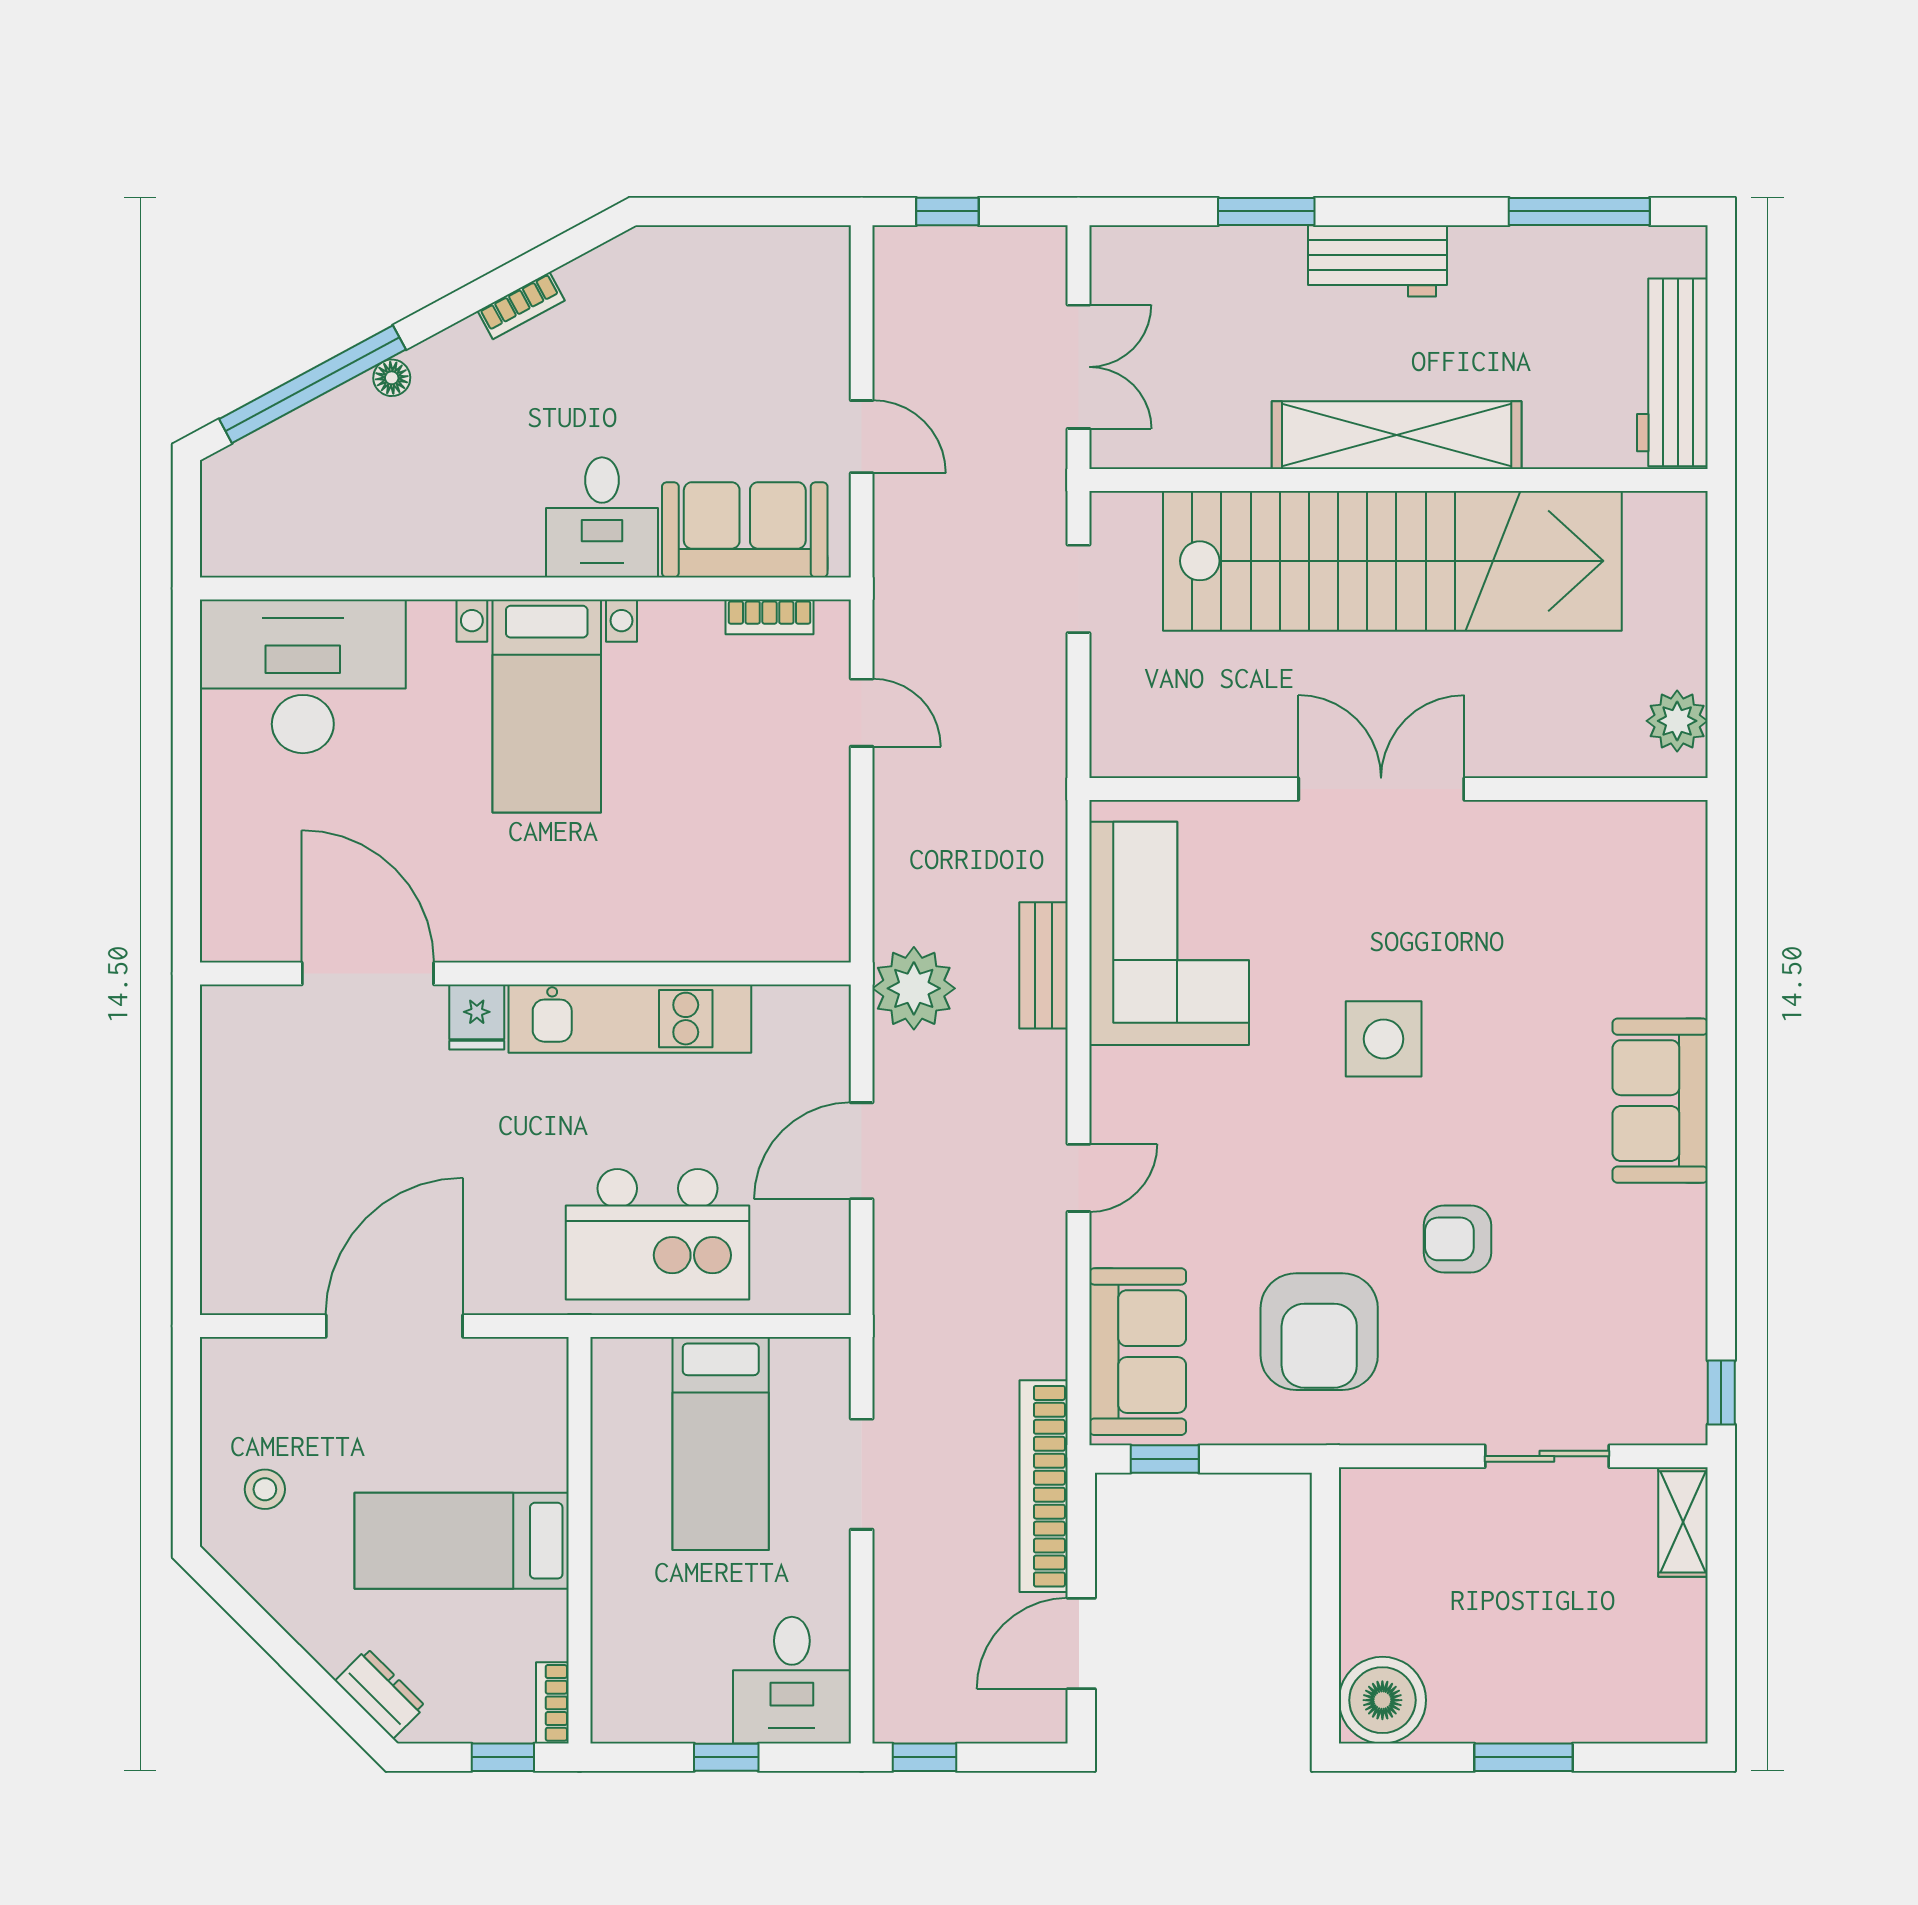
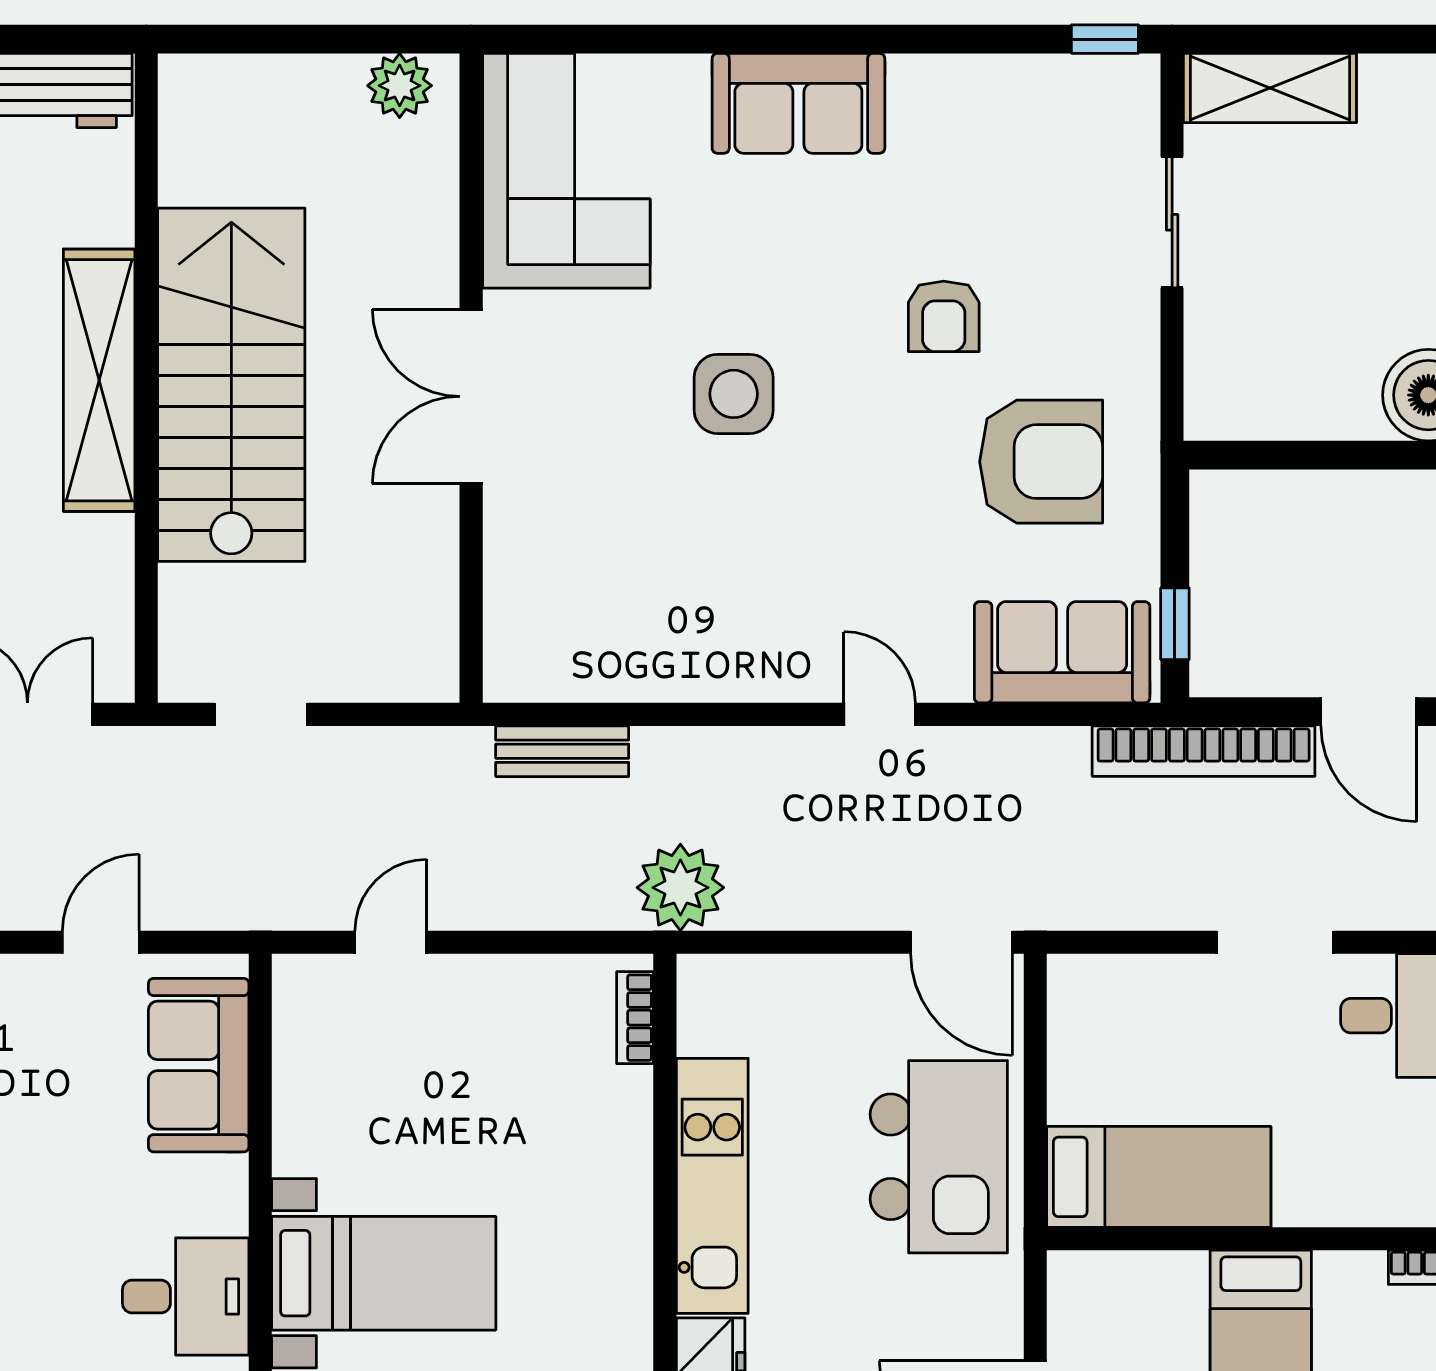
desk: (602, 517) -> (186, 1296), moved
stairs: (1392, 561) -> (231, 385), width x0.73
bookcase: (770, 617) -> (635, 1018), moved, turned 180
corner sofa: (1169, 933) -> (566, 171), moved, turned 90
bench: (1044, 965) -> (562, 751), moved
door: (862, 1151) -> (962, 942), moved
bed: (721, 1444) -> (1159, 1177), moved
doorway: (862, 1474) -> (1275, 942), moved
shelving: (1683, 1522) -> (1270, 88), width x1.50, depth x1.33

